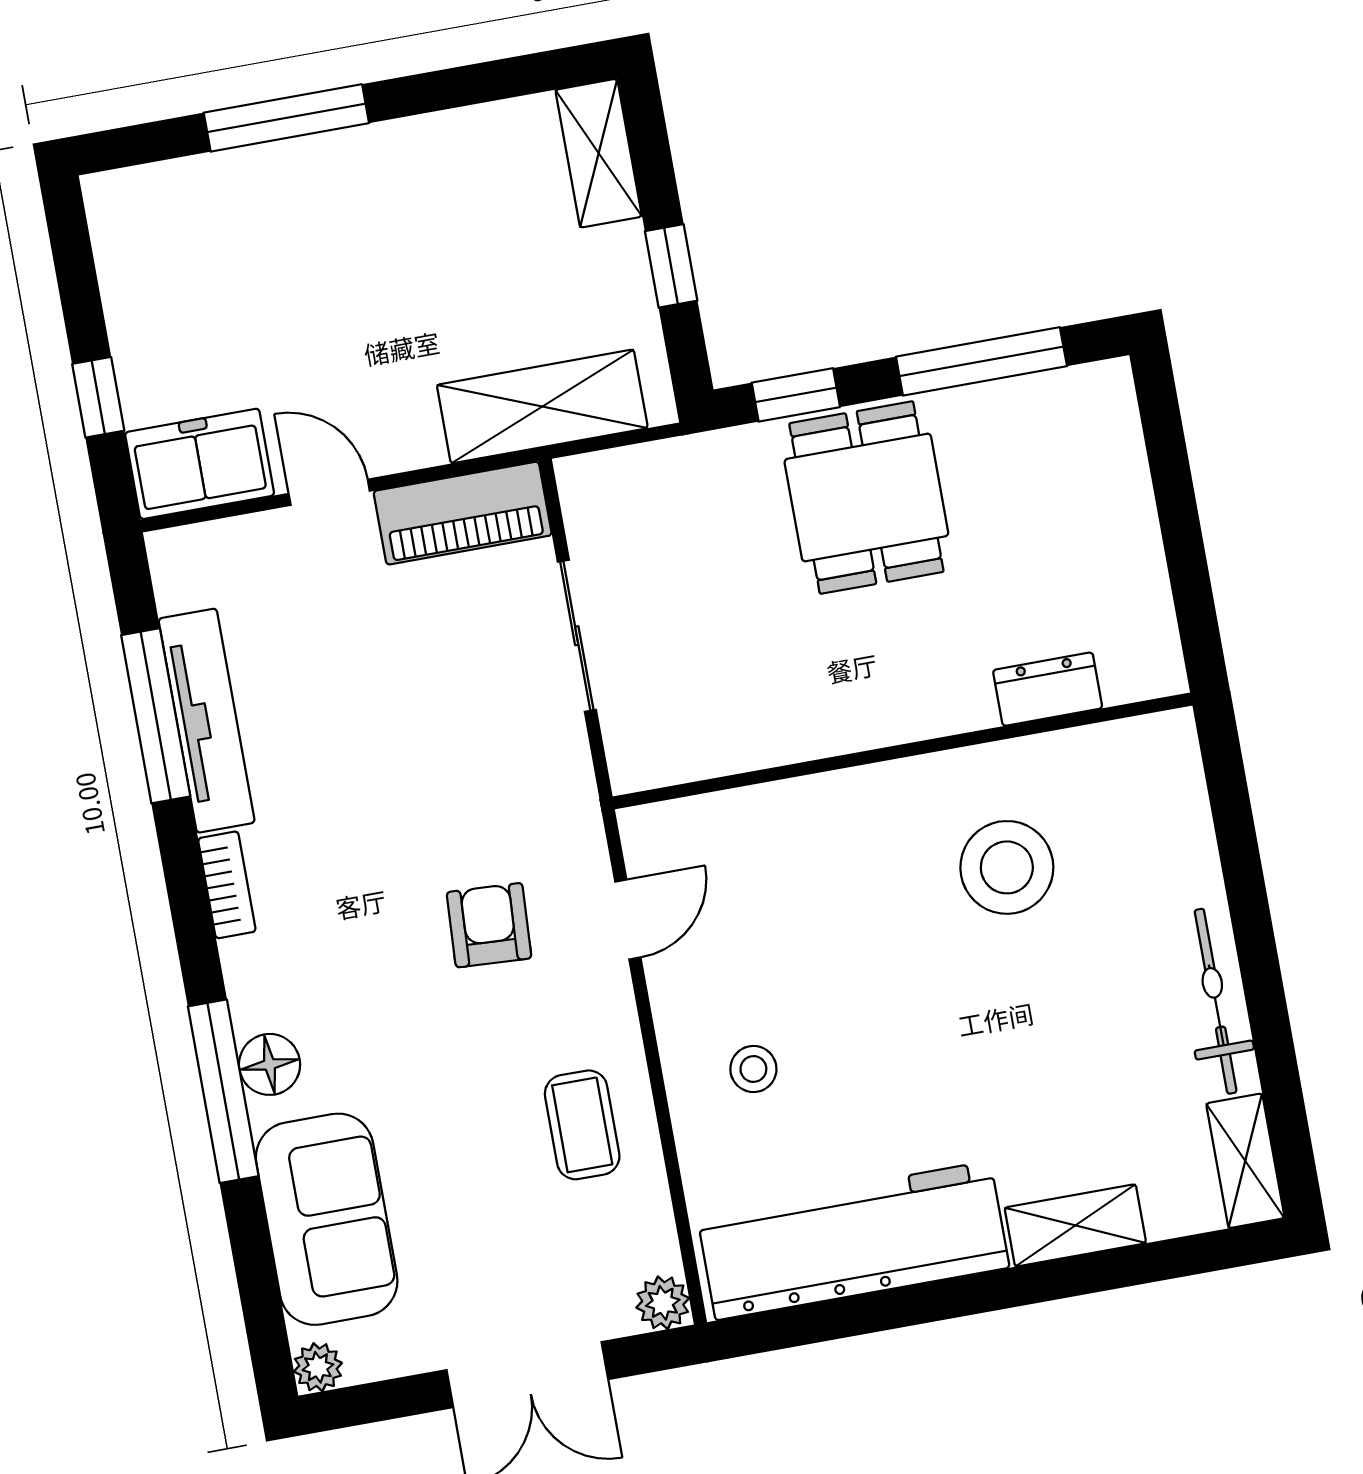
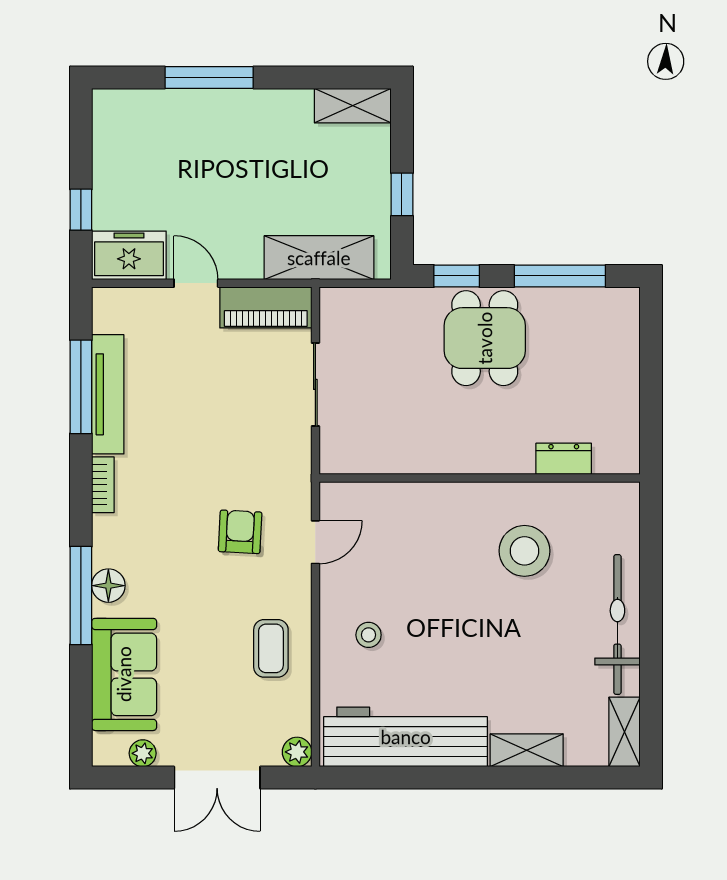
shelving: (599, 153) -> (353, 106), moved, turned 90
bicycle: (1216, 1001) -> (617, 624), width x1.37, depth x1.40
plant: (318, 1367) -> (143, 753), moved

